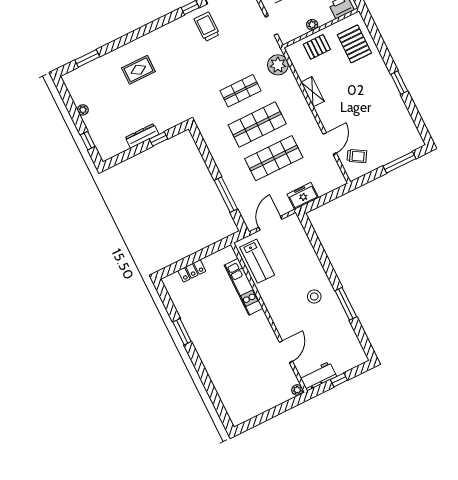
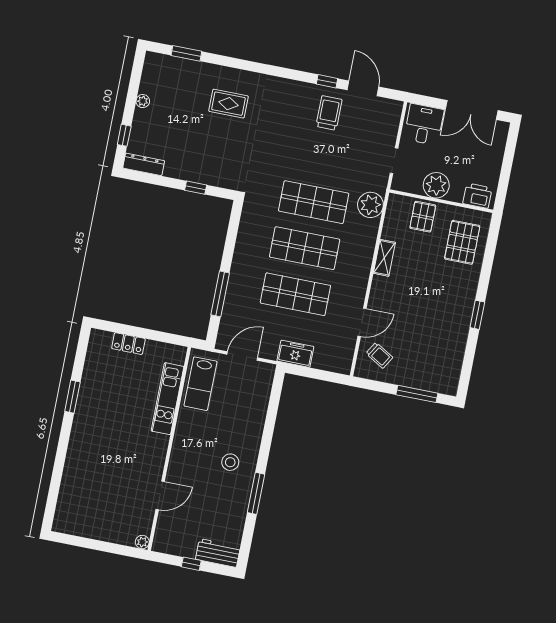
plant: (312, 25) -> (436, 185), width x1.88, depth x1.88
pallet: (317, 47) -> (423, 217), turned 90
shop shelf: (241, 91) -> (314, 202), width x1.43, depth x1.36
dresser: (142, 136) -> (144, 164), moved
workbench: (318, 376) -> (218, 553), moved

